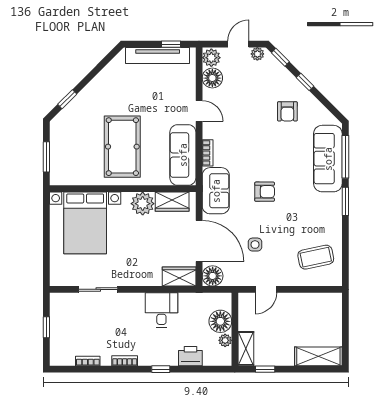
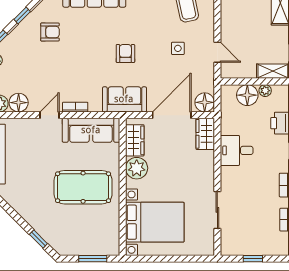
bookcase: (208, 153) -> (75, 107), moved
side table: (255, 245) -> (178, 48), moved

